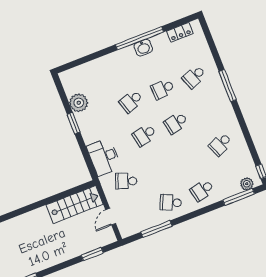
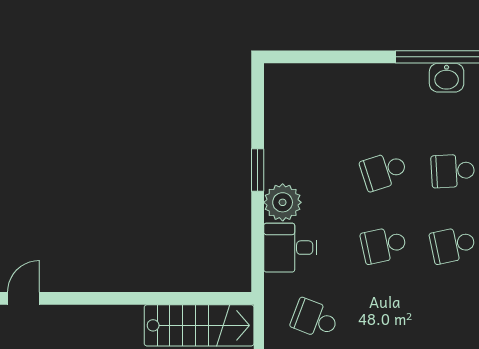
plant: (79, 103) -> (283, 202), moved
desk: (104, 157) -> (290, 248), width x0.73

